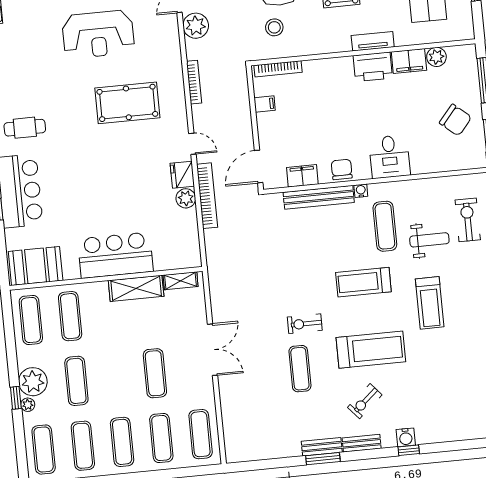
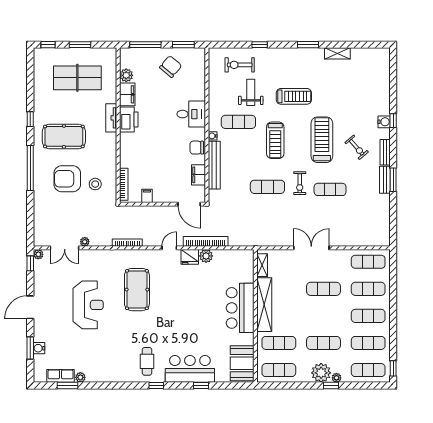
plant: (196, 26) -> (85, 242), width x0.53, depth x0.53
exercise mat: (295, 278) -> (267, 187), added
shelving: (136, 288) -> (264, 305), width x1.47

